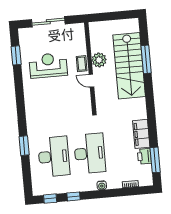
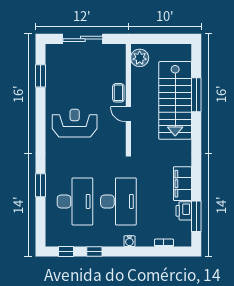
plant: (99, 60) -> (140, 58), moved
reception desk: (48, 65) -> (75, 123), moved

